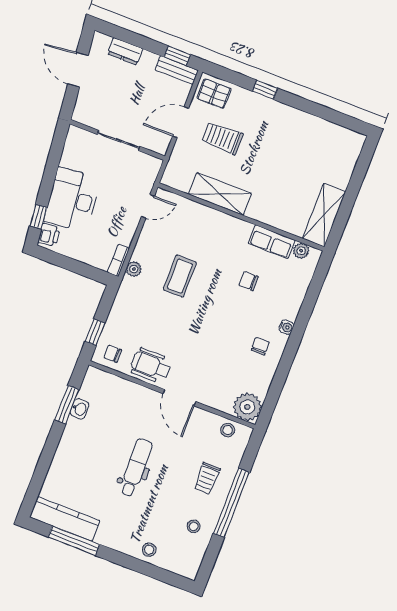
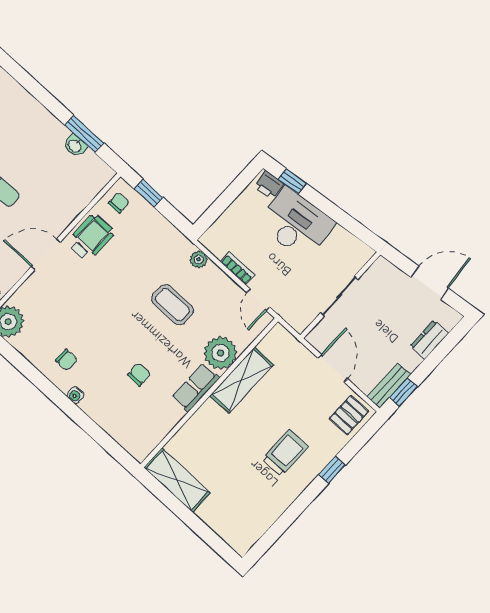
trolley: (222, 138) -> (285, 453), moved
row of seats: (272, 242) -> (196, 387), moved
plant: (301, 251) -> (220, 353), moved, width x1.87, depth x1.87
bookcase: (118, 260) -> (237, 268), moved

